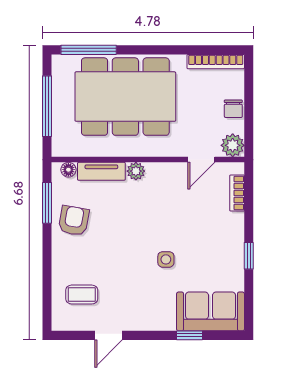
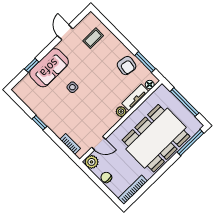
door: (201, 160) -> (99, 143), swing flipped
sofa: (210, 311) -> (49, 68), moved

